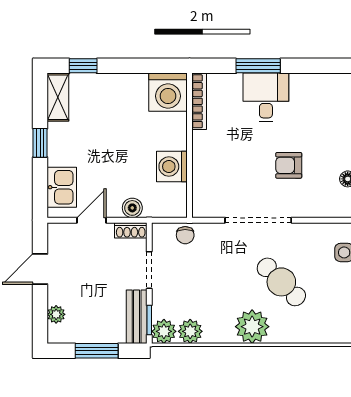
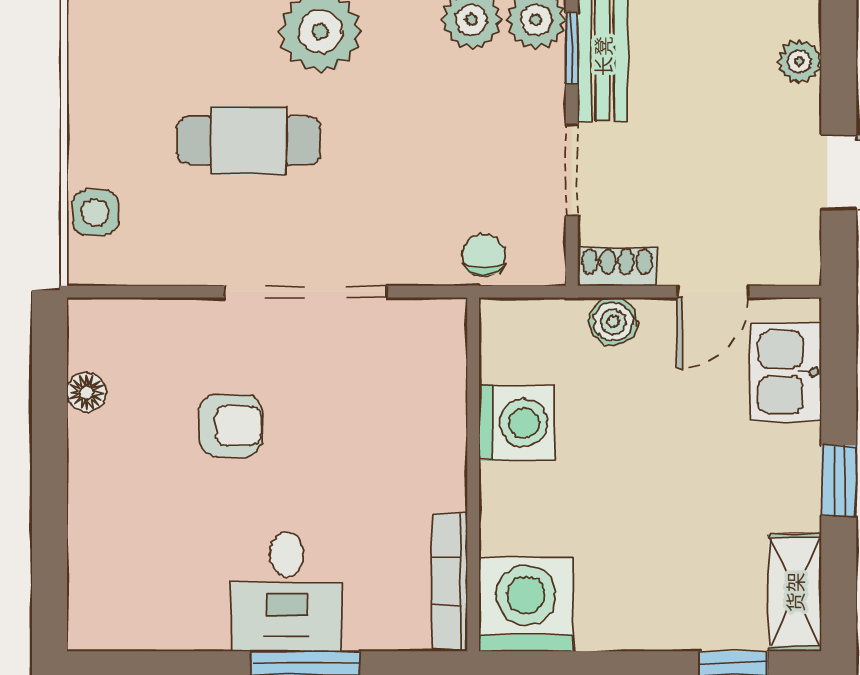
cafe table: (281, 282) -> (249, 141), turned -45

